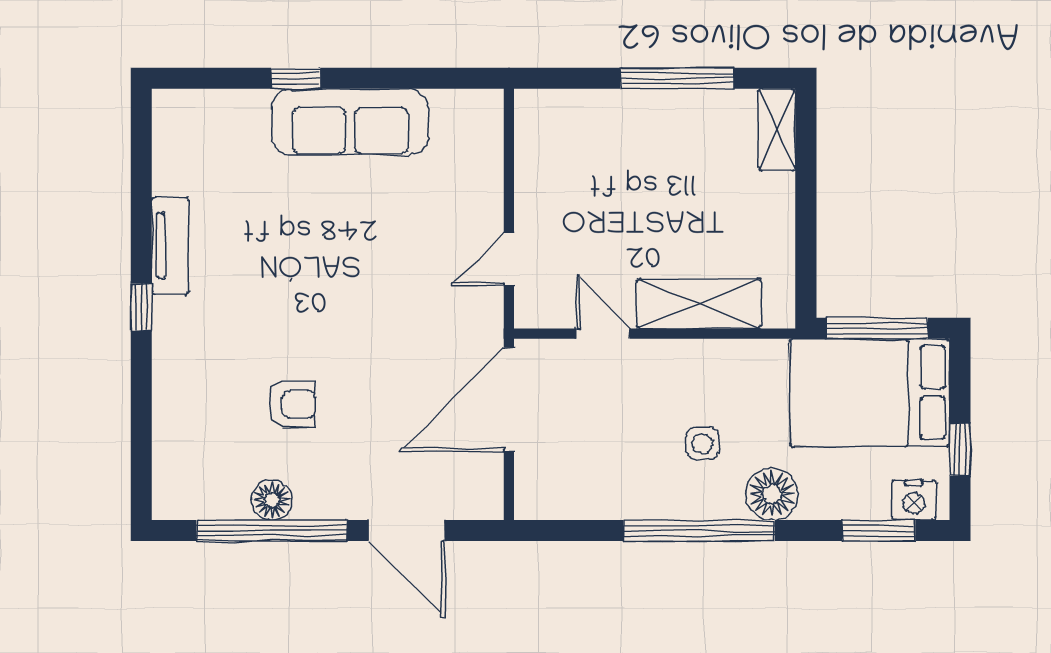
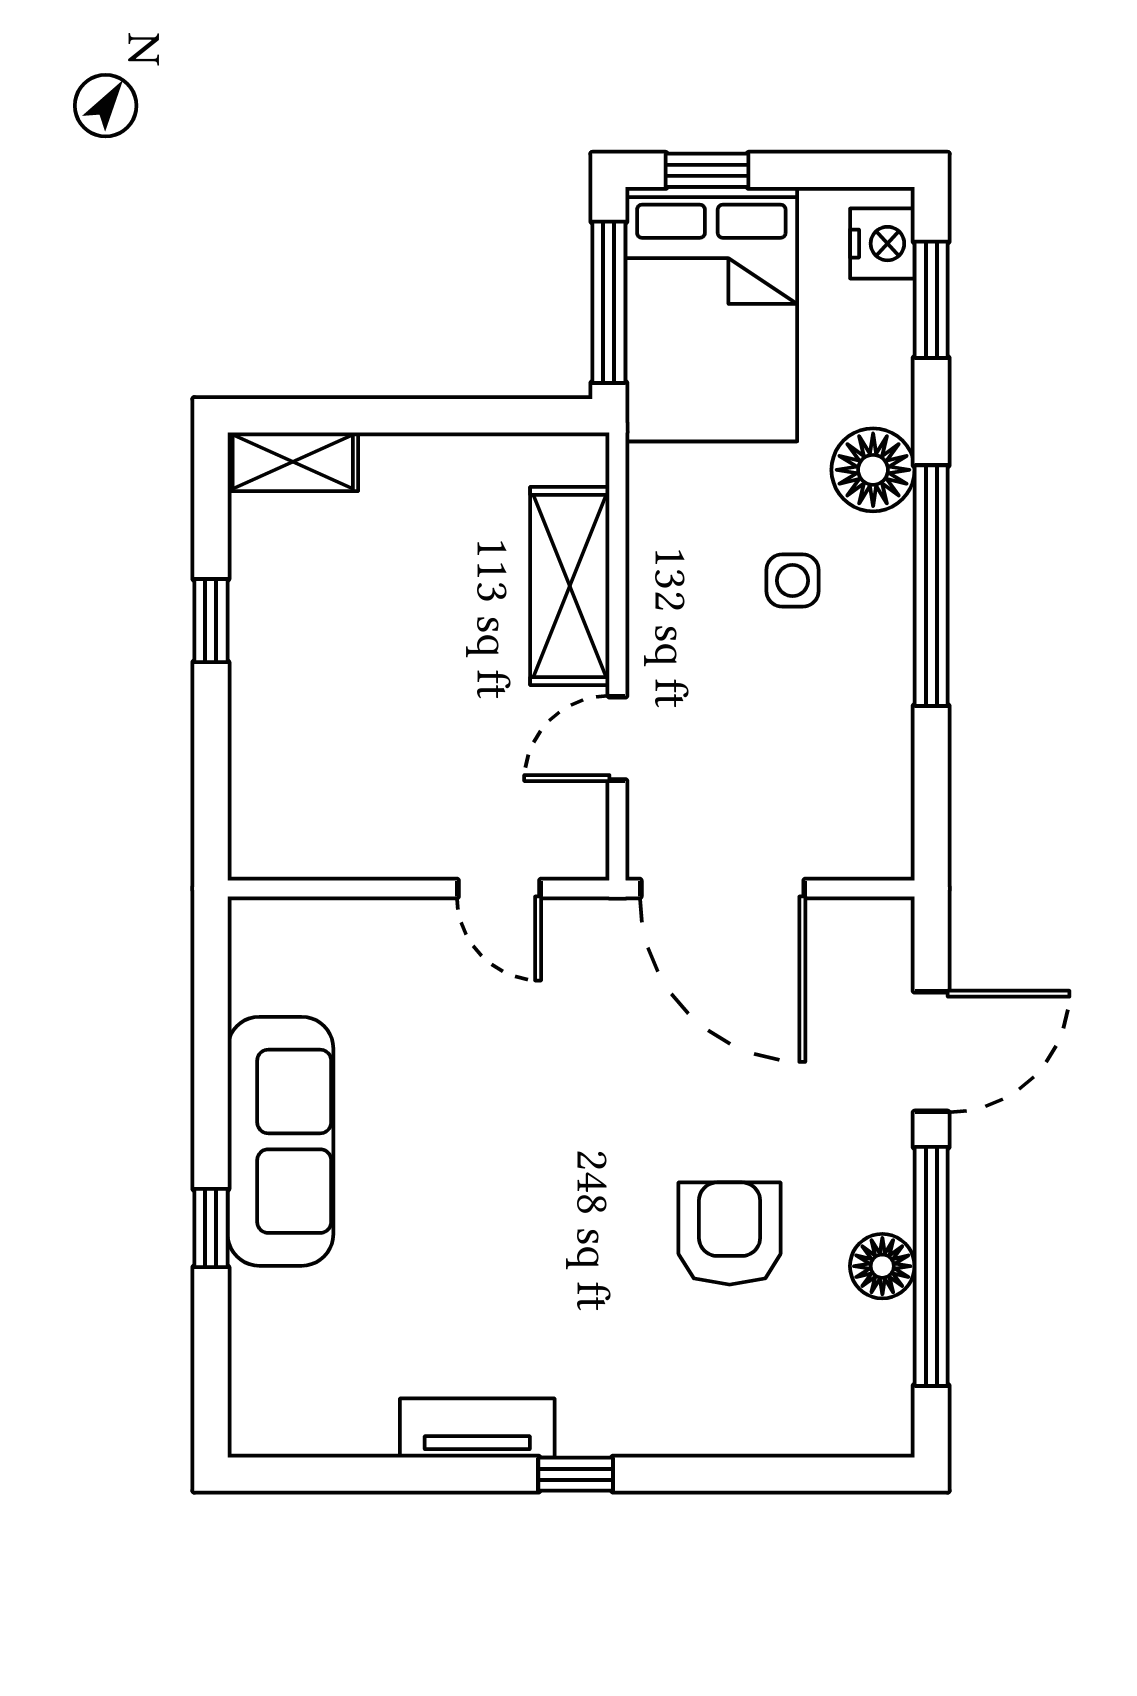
window: (677, 78) -> (211, 621), width x0.46
armchair: (292, 404) -> (730, 1234), width x1.38, depth x1.38
window: (960, 450) -> (707, 170), moved

